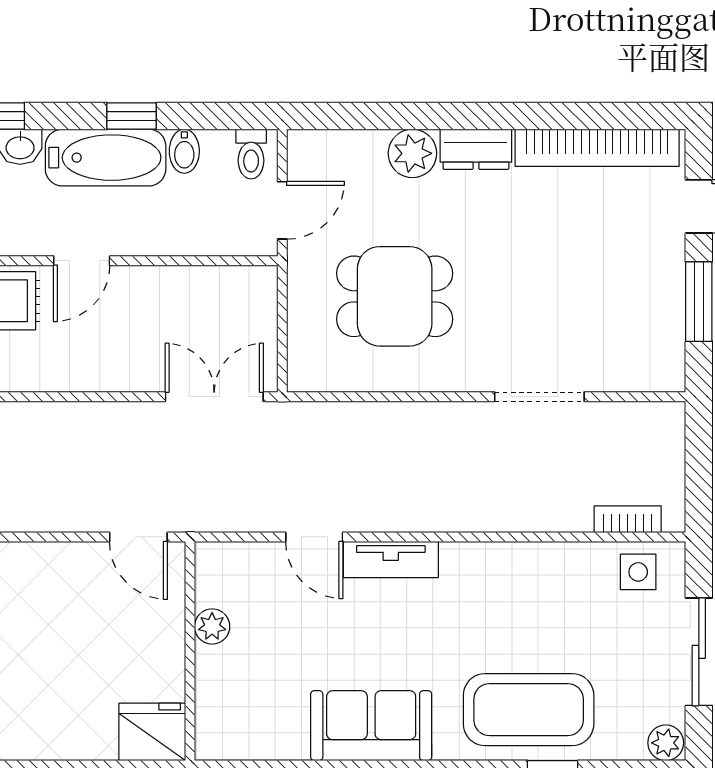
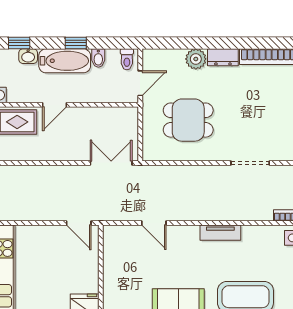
tv unit: (391, 560) -> (220, 233), moved
plant: (212, 626) -> (110, 261), removed

